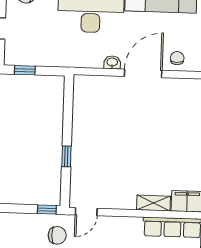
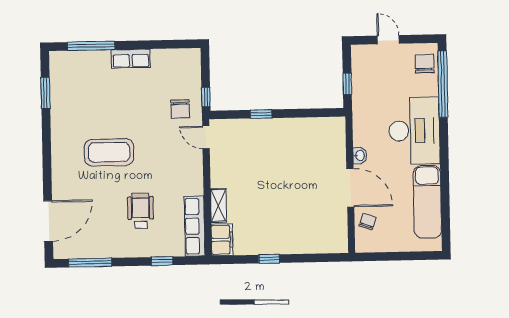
chair: (177, 58) -> (368, 222), turned -70
window: (25, 70) -> (347, 84), moved

